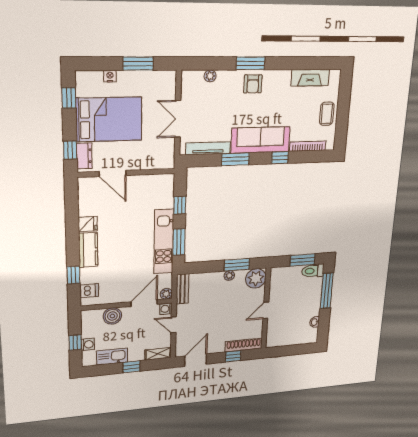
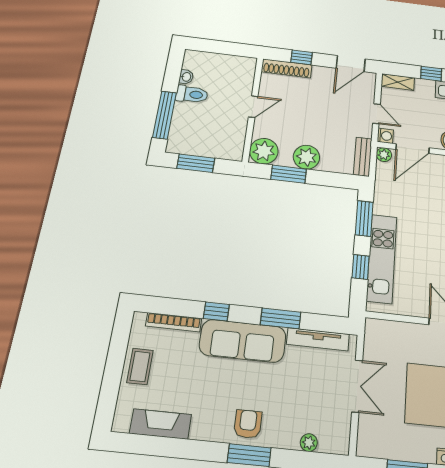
kitchen unit: (164, 242) -> (382, 258), moved
toilet: (313, 271) -> (192, 94), moved
plant: (229, 275) -> (306, 157), width x1.88, depth x1.88

